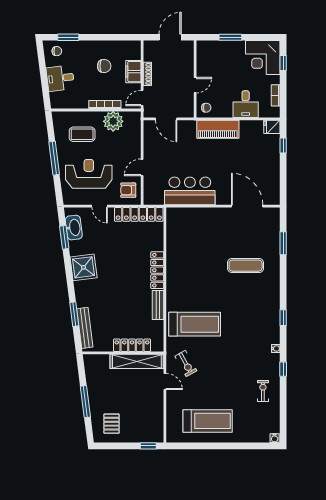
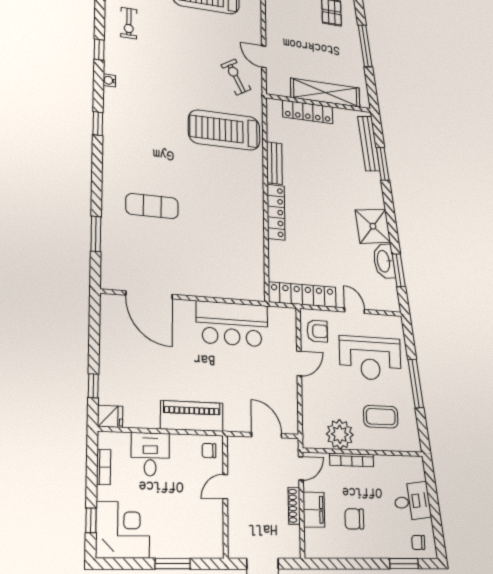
washbasin: (74, 228) -> (384, 261), moved
shelving: (137, 361) -> (325, 93), moved

